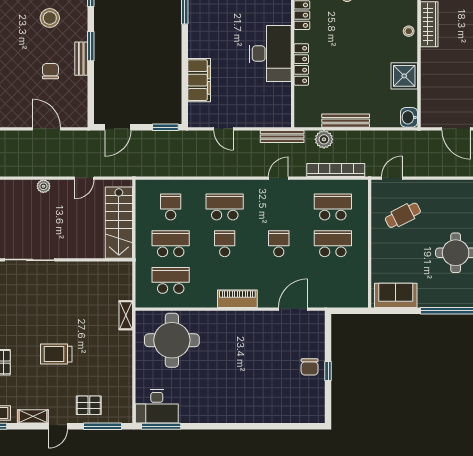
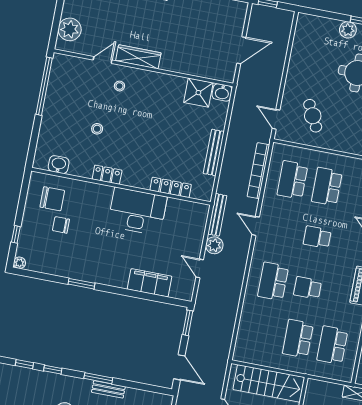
stool: (409, 31) -> (119, 86), moved
locker: (301, 64) -> (171, 187), moved
shower: (404, 76) -> (198, 93), moved
door: (224, 129) -> (200, 268), swing flipped
plant: (324, 139) -> (214, 245), moved
school desk: (171, 207) -> (263, 332), removed

